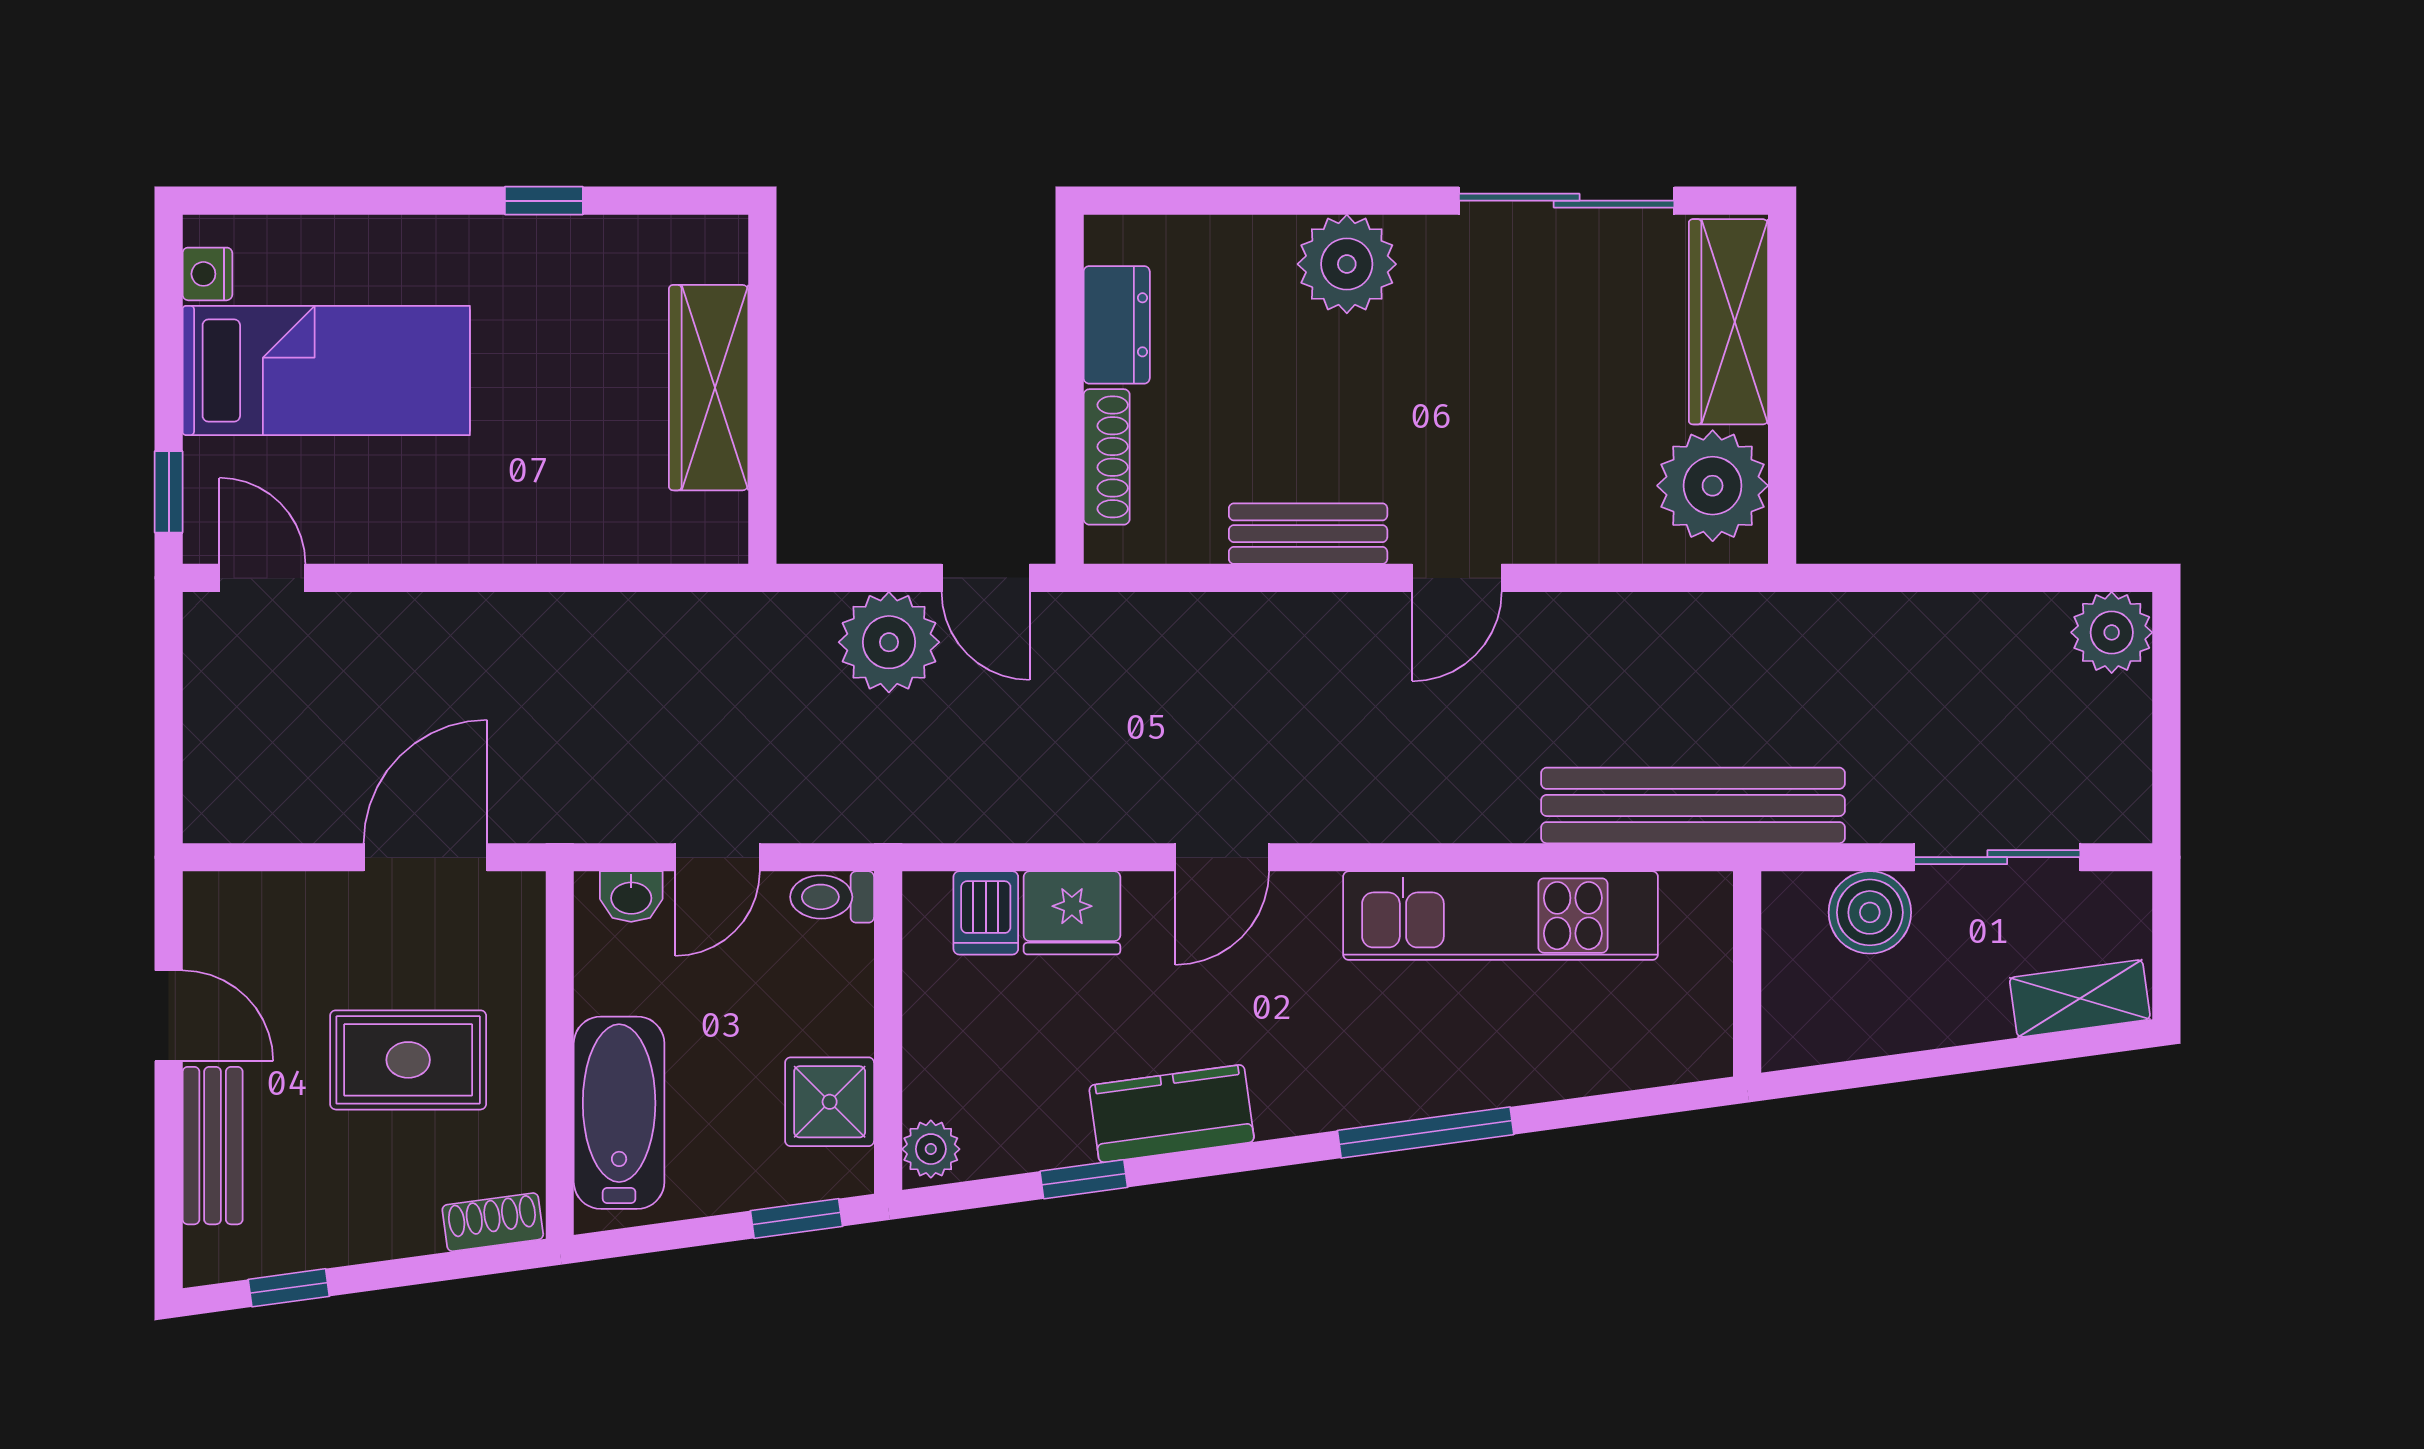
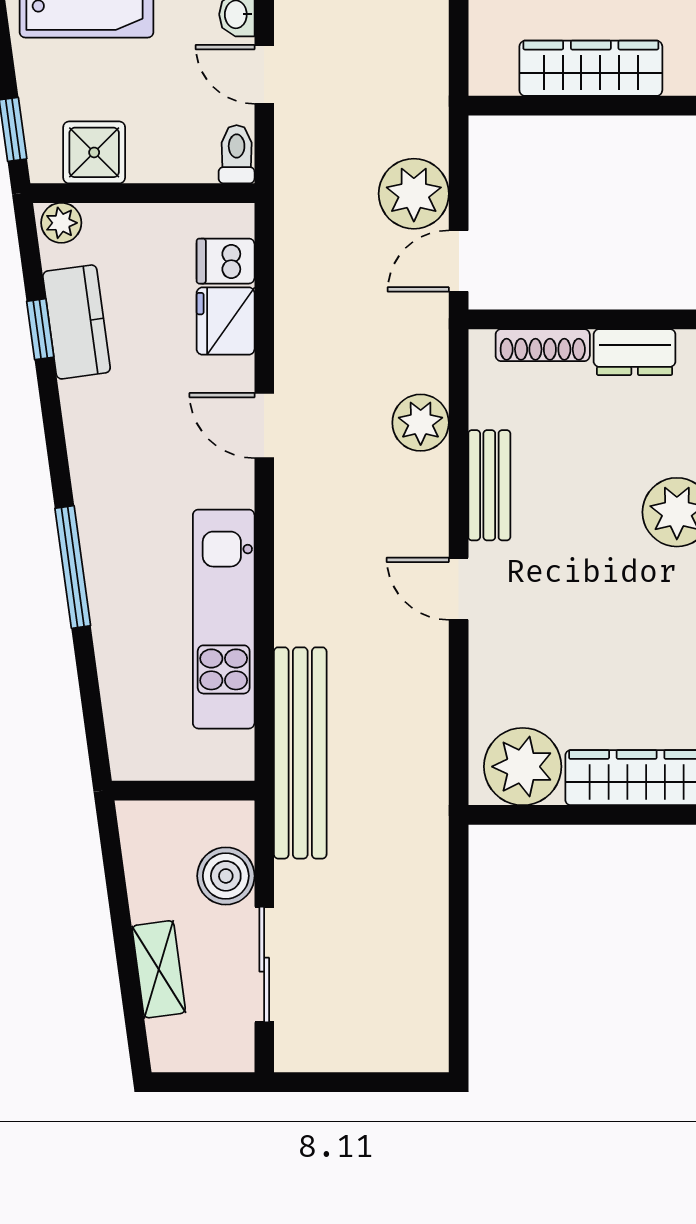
plant: (2112, 632) -> (421, 423), moved
shelving: (2080, 999) -> (159, 969), moved
kitchen counter: (1172, 1114) -> (77, 322), moved

